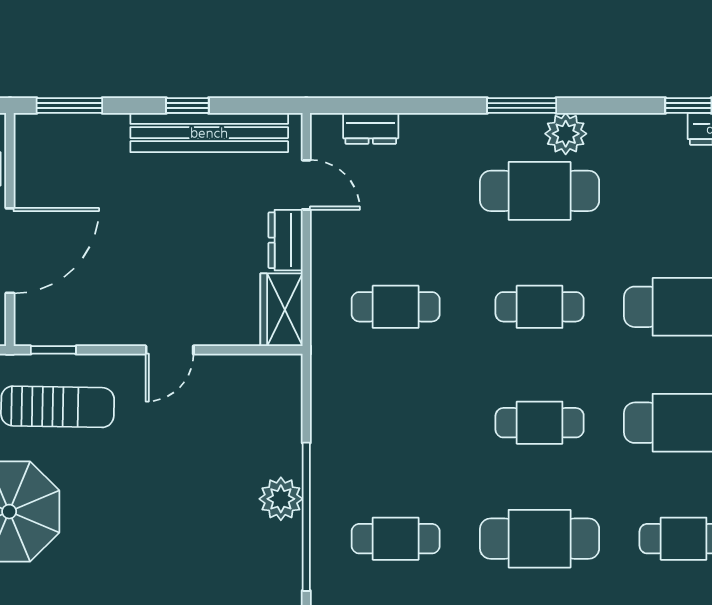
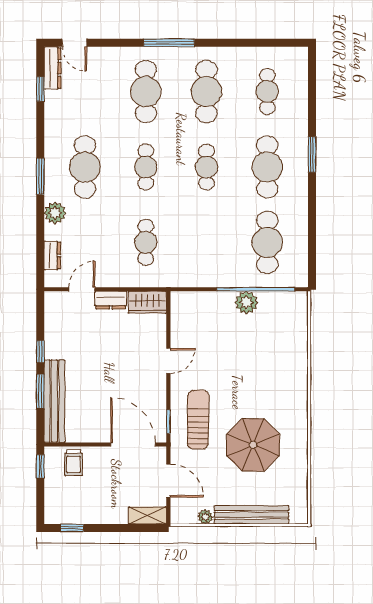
window: (69, 105) -> (40, 392), moved
bench: (209, 133) -> (54, 401), moved
plant: (566, 134) -> (55, 213), moved
door: (10, 251) -> (133, 444), moved
door: (170, 350) -> (168, 361), hinge flipped
cafe table: (396, 539) -> (267, 242), width x1.37, depth x1.35

